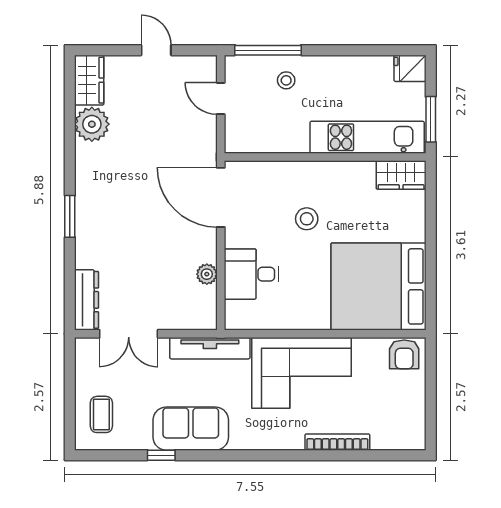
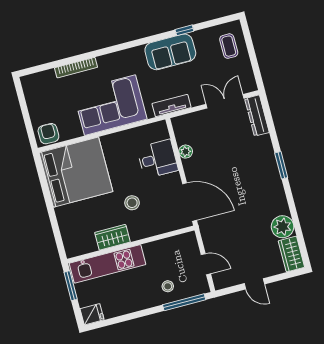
wardrobe: (401, 175) -> (112, 237), moved
tv unit: (210, 348) -> (172, 106), width x0.71

